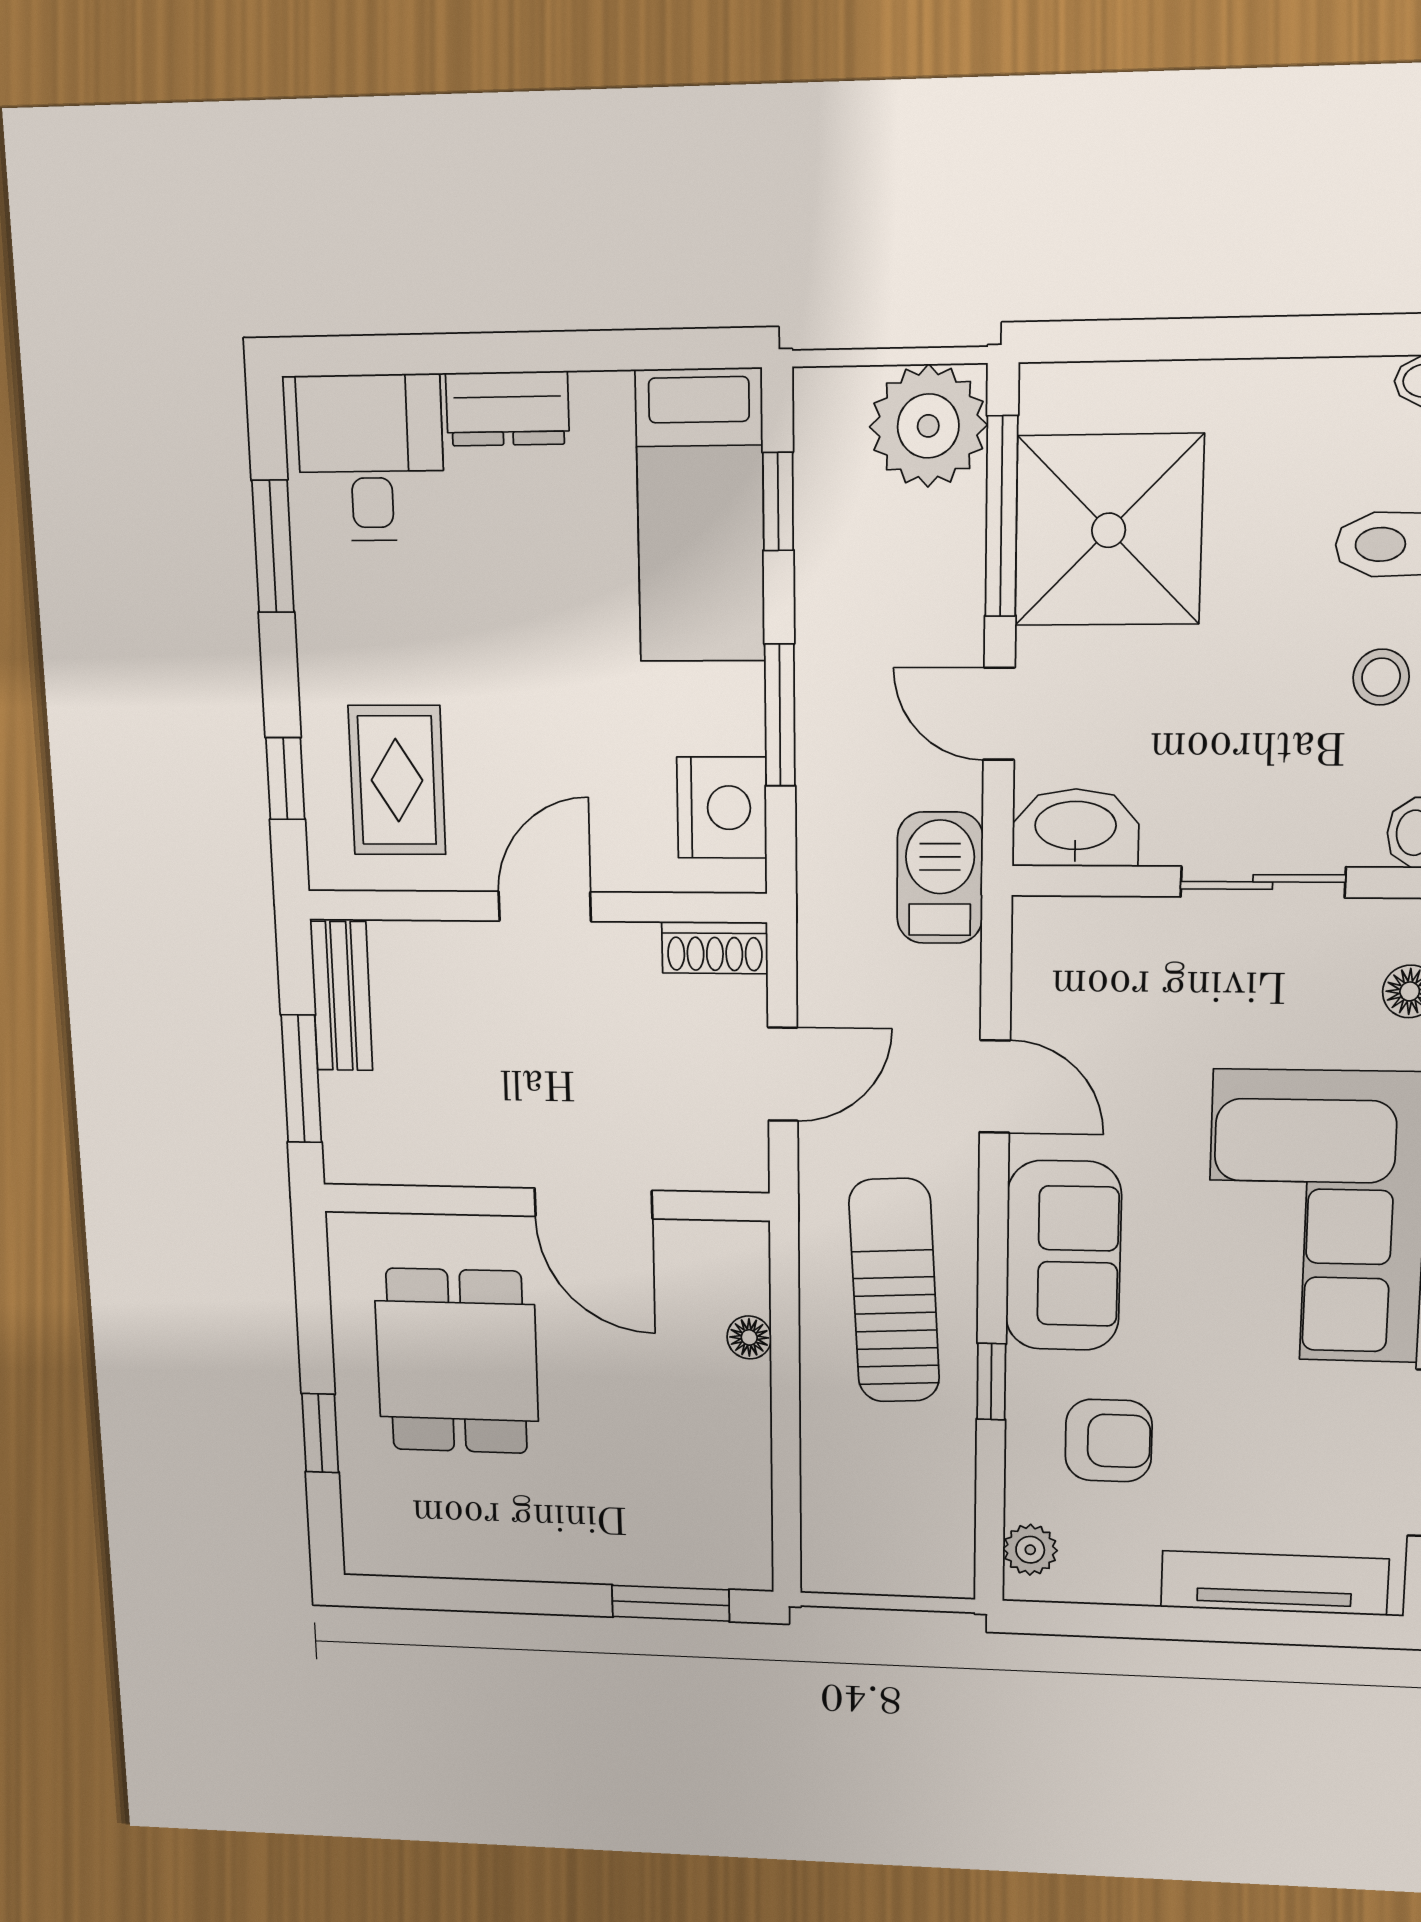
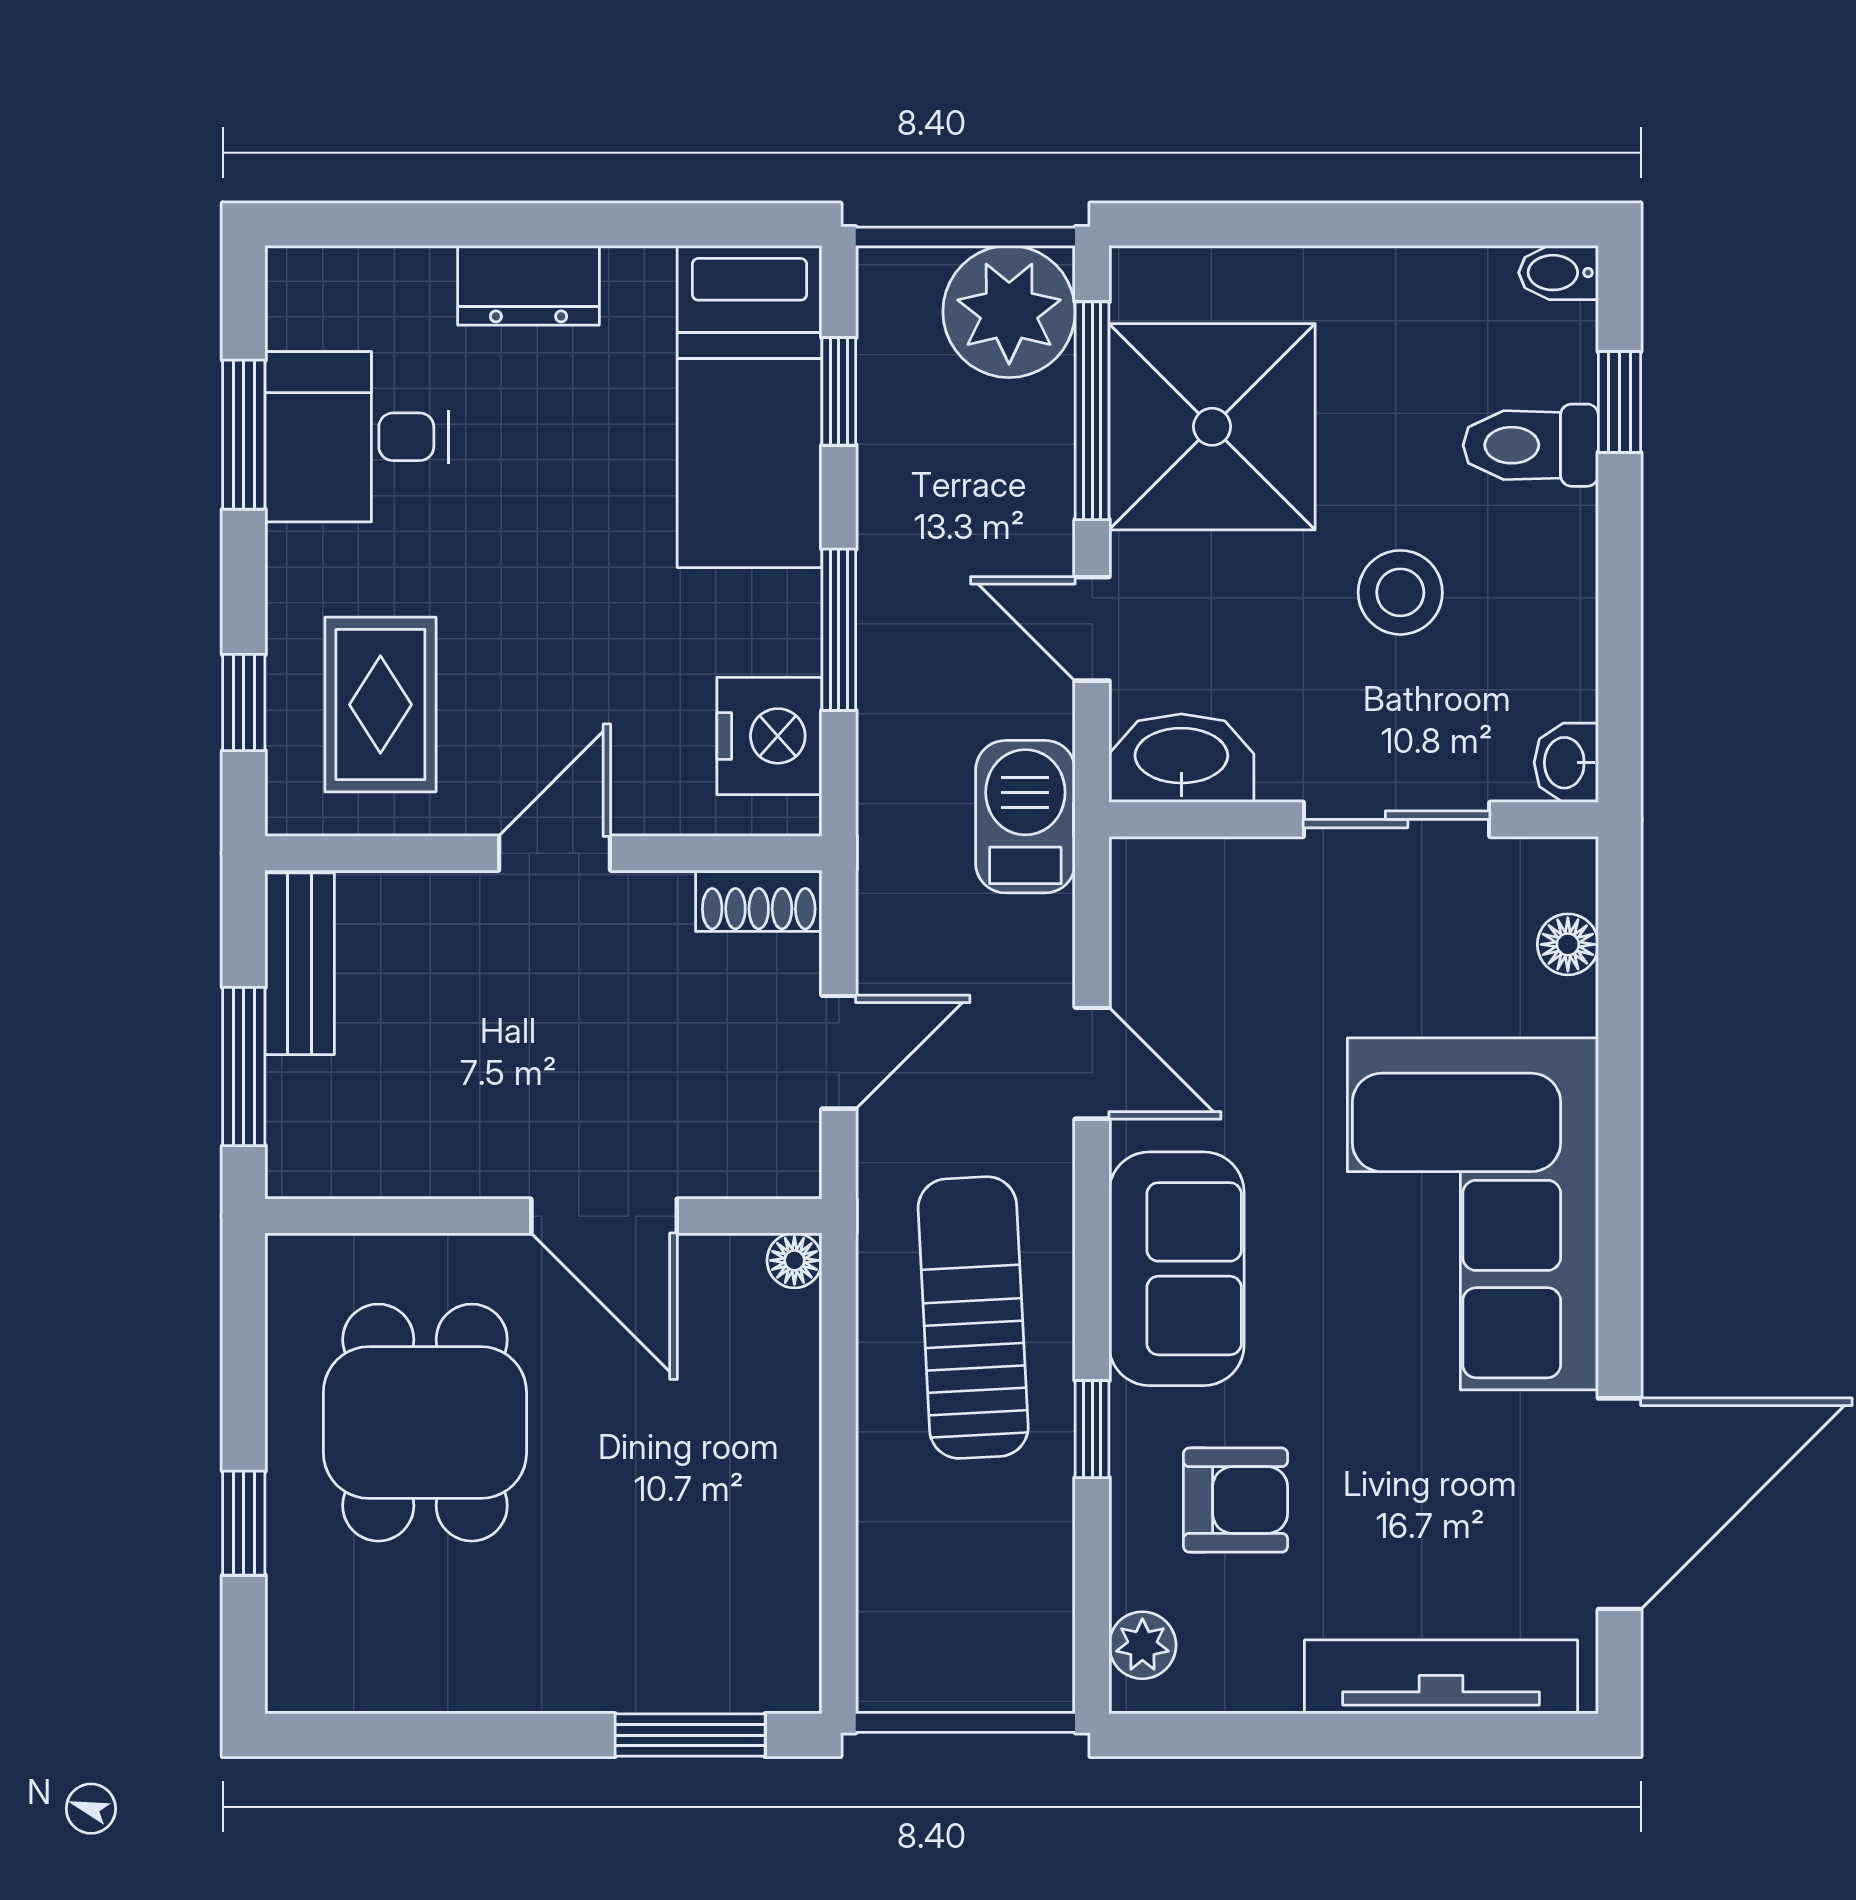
desk: (371, 458) -> (357, 437), moved, turned -90
stool: (1381, 677) -> (1400, 592), moved, width x1.37, depth x1.37
floor lamp: (749, 1337) -> (794, 1260), moved

